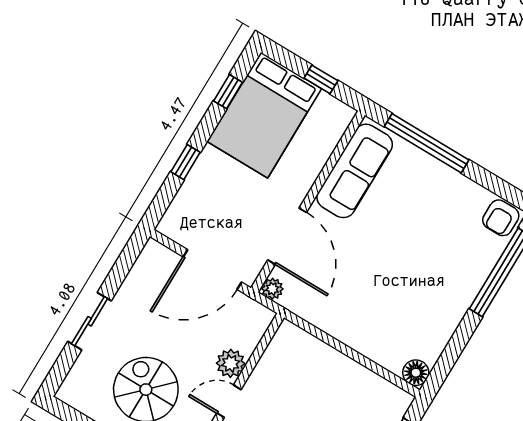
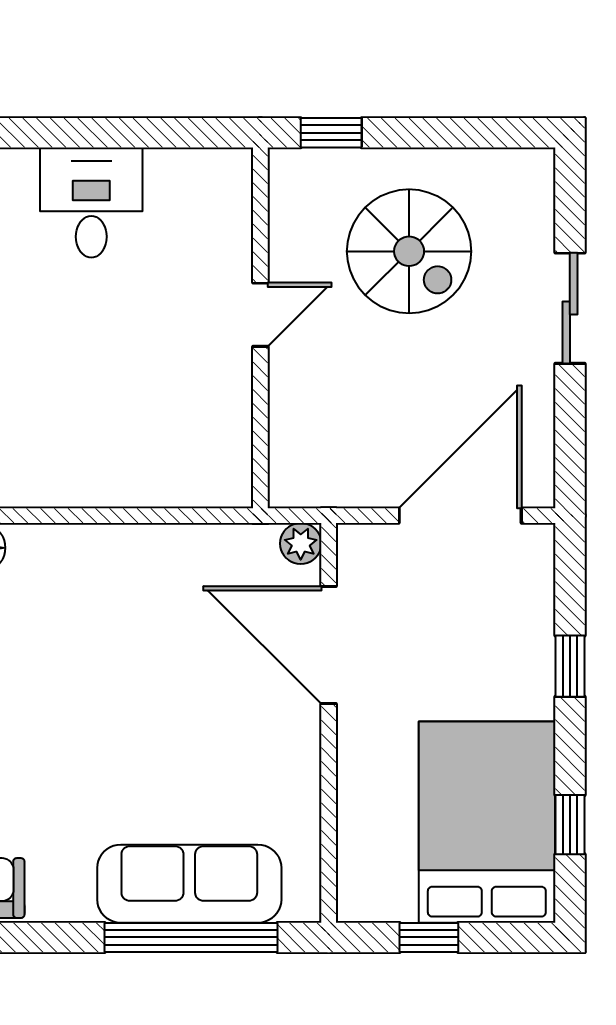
sofa: (355, 171) -> (189, 884), moved, turned 90
door: (212, 269) -> (460, 516), moved
plant: (231, 363) -> (295, 379), removed

